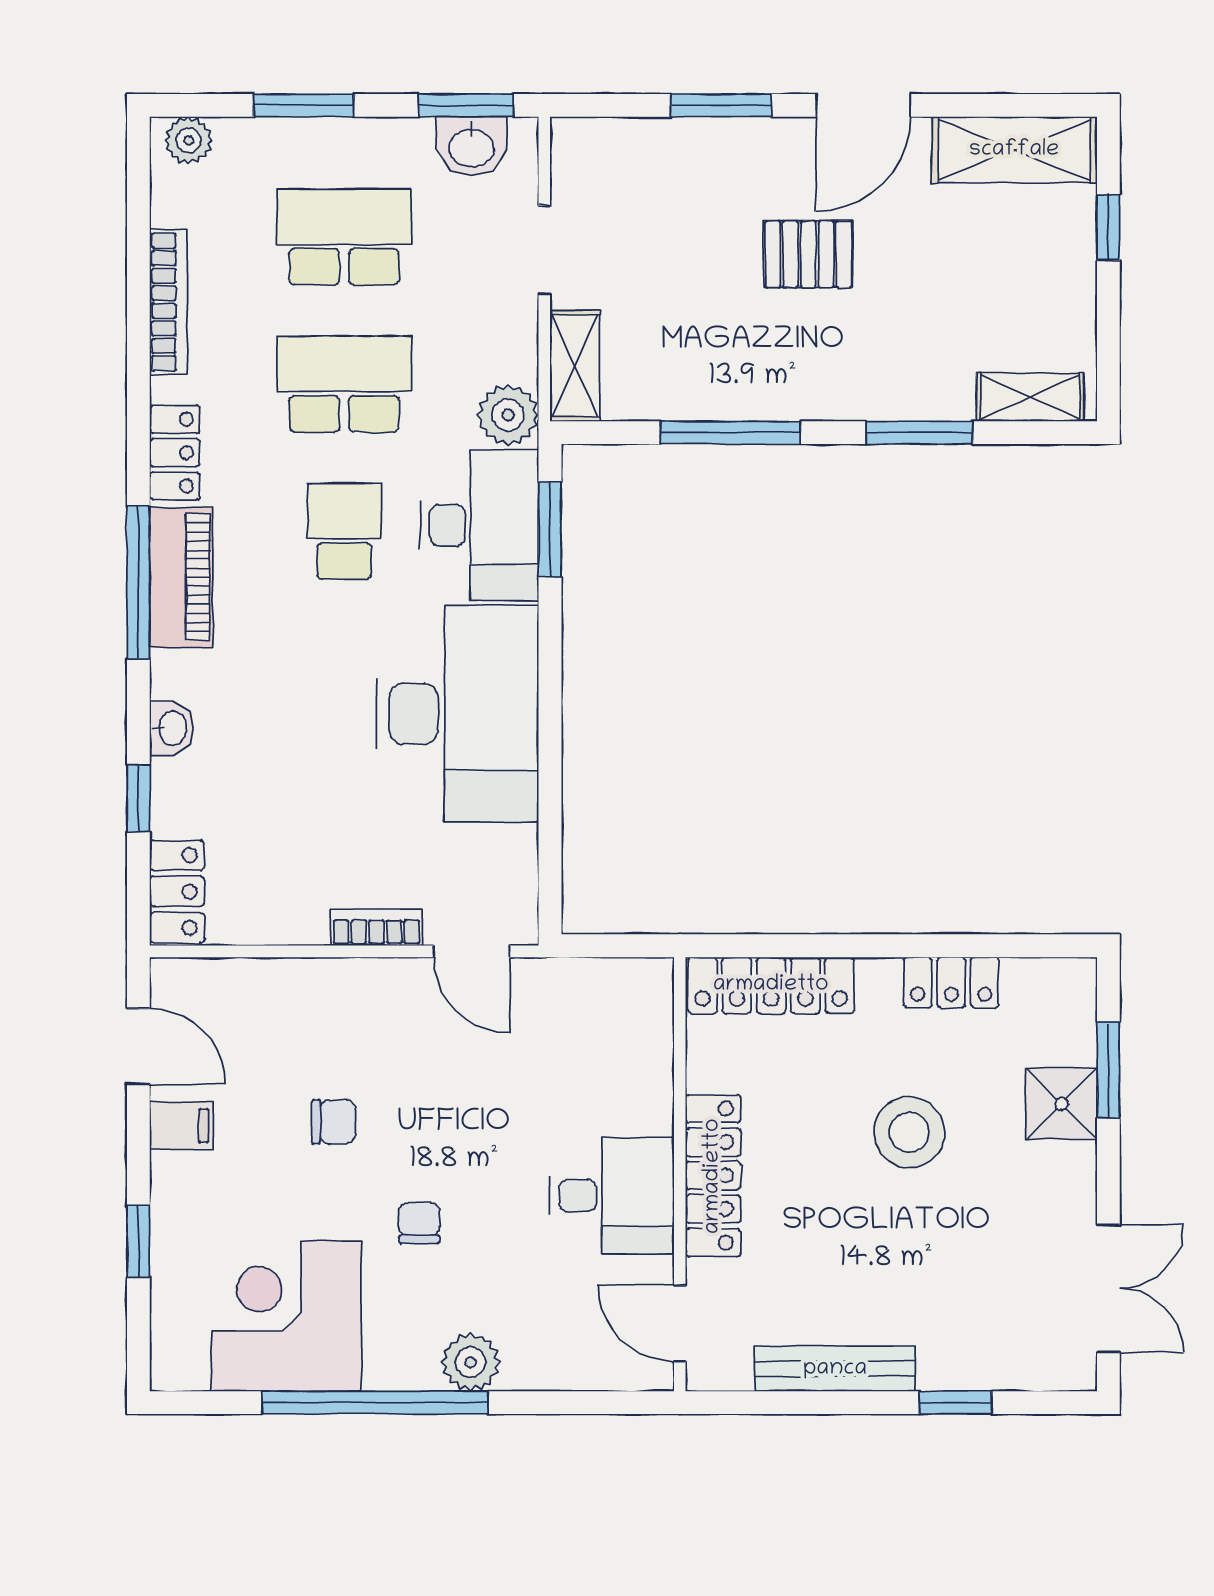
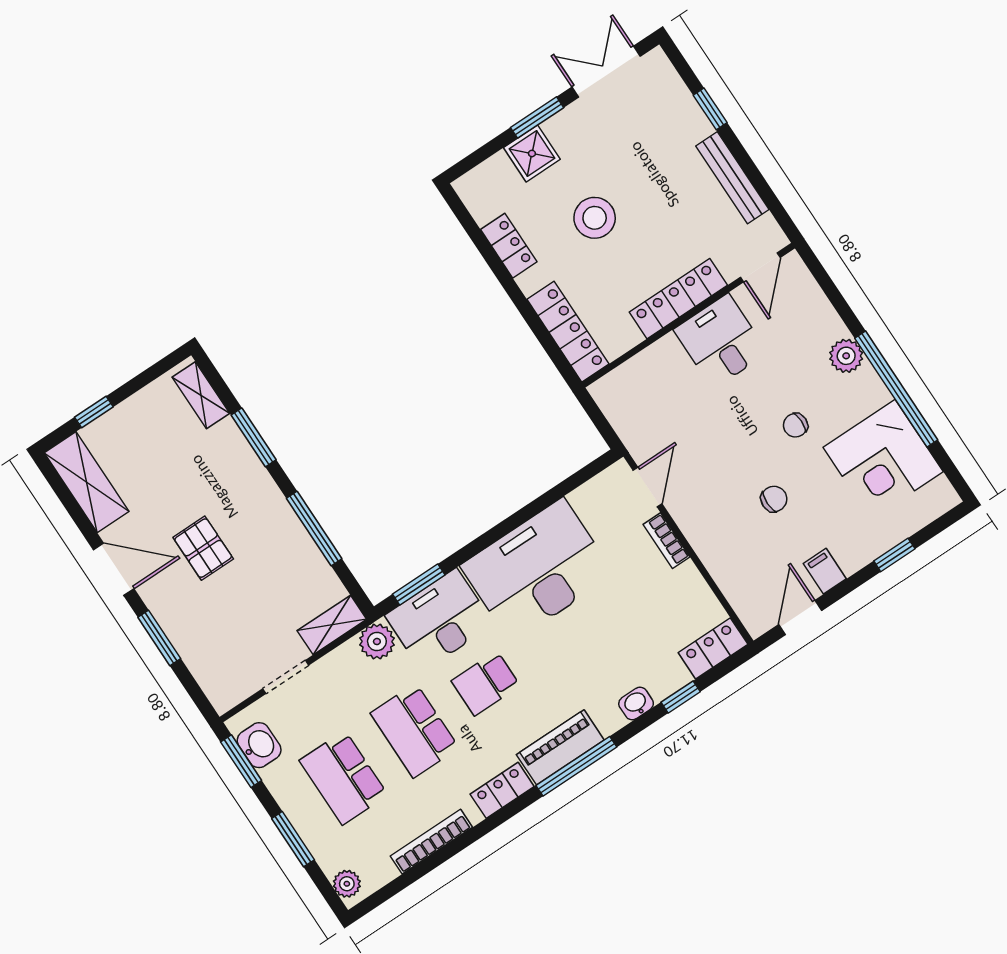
window: (1108, 1070) -> (537, 117), moved
chair: (334, 1122) -> (774, 499), turned 90

